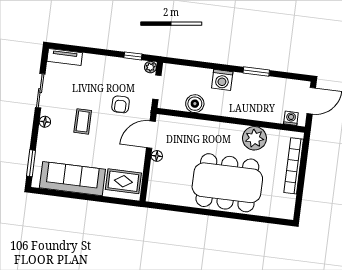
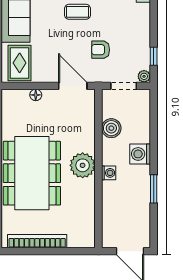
washing machine: (291, 118) -> (109, 173), moved
plant: (254, 138) -> (83, 165), moved
floor lamp: (157, 156) -> (36, 95), moved
bookcase: (294, 166) -> (37, 241), moved

